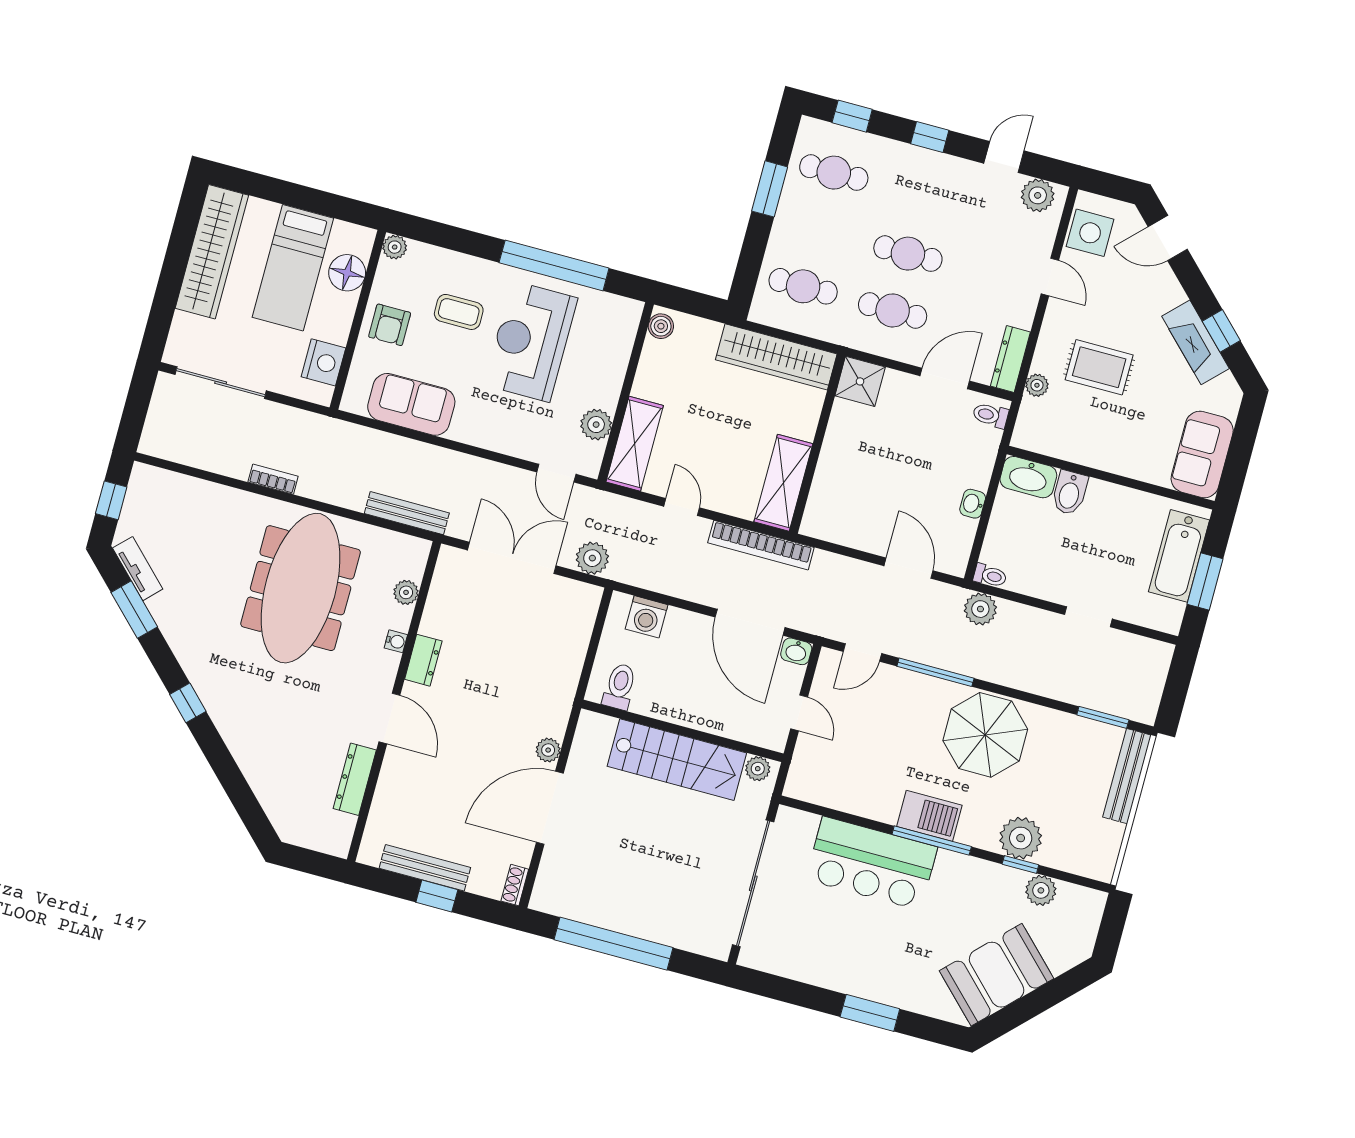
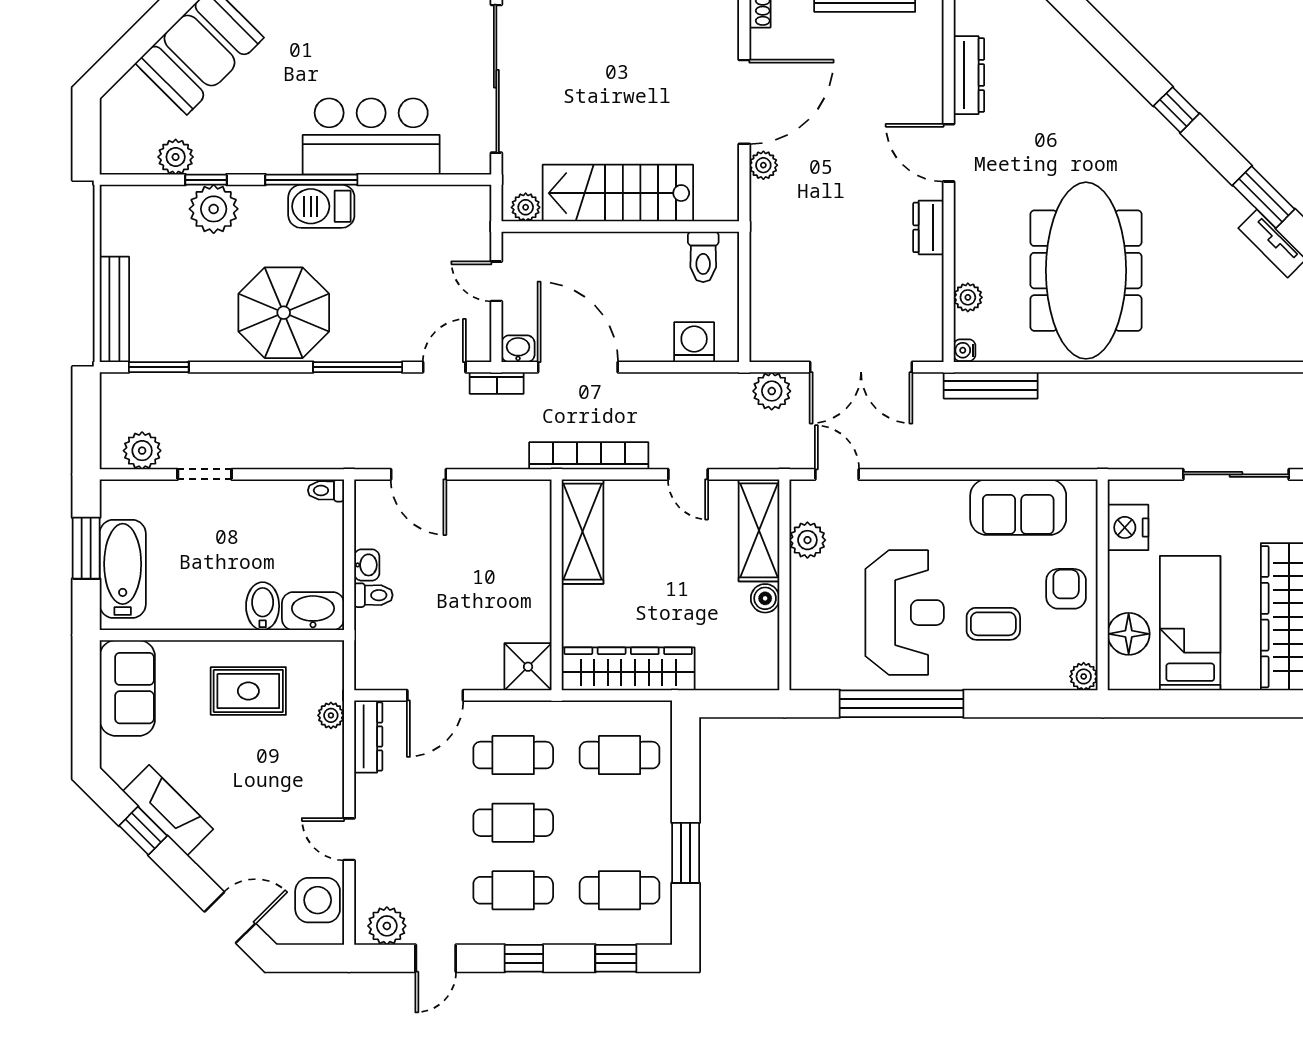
cafe table: (923, 197) -> (513, 890), added
boiler: (661, 326) -> (765, 598), moved
rug: (1099, 367) -> (248, 691), moved
toilet: (990, 415) -> (373, 595), moved
bookcase: (273, 479) -> (497, 383), moved
plant: (980, 609) -> (142, 451), moved
water cooler: (396, 641) -> (964, 350), moved

